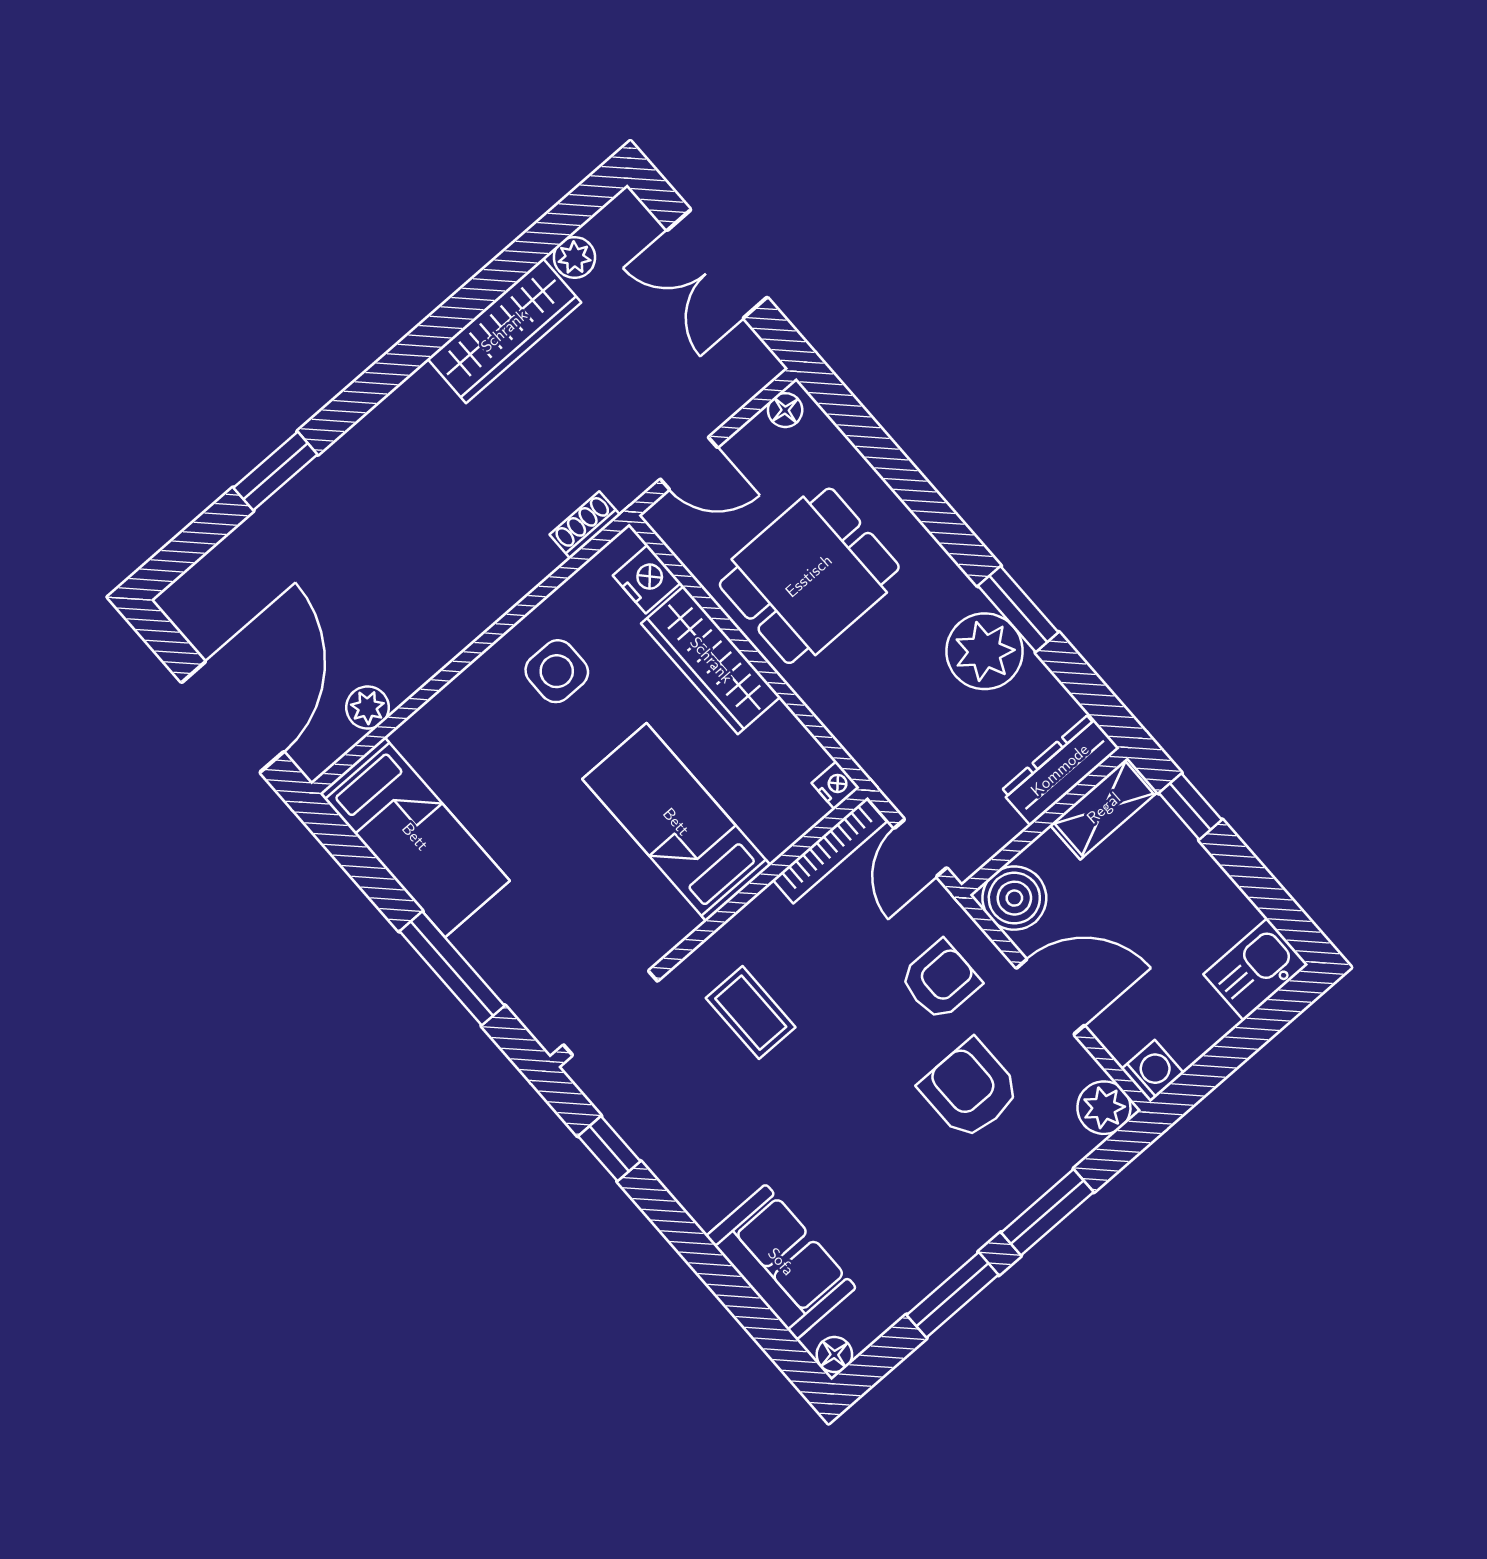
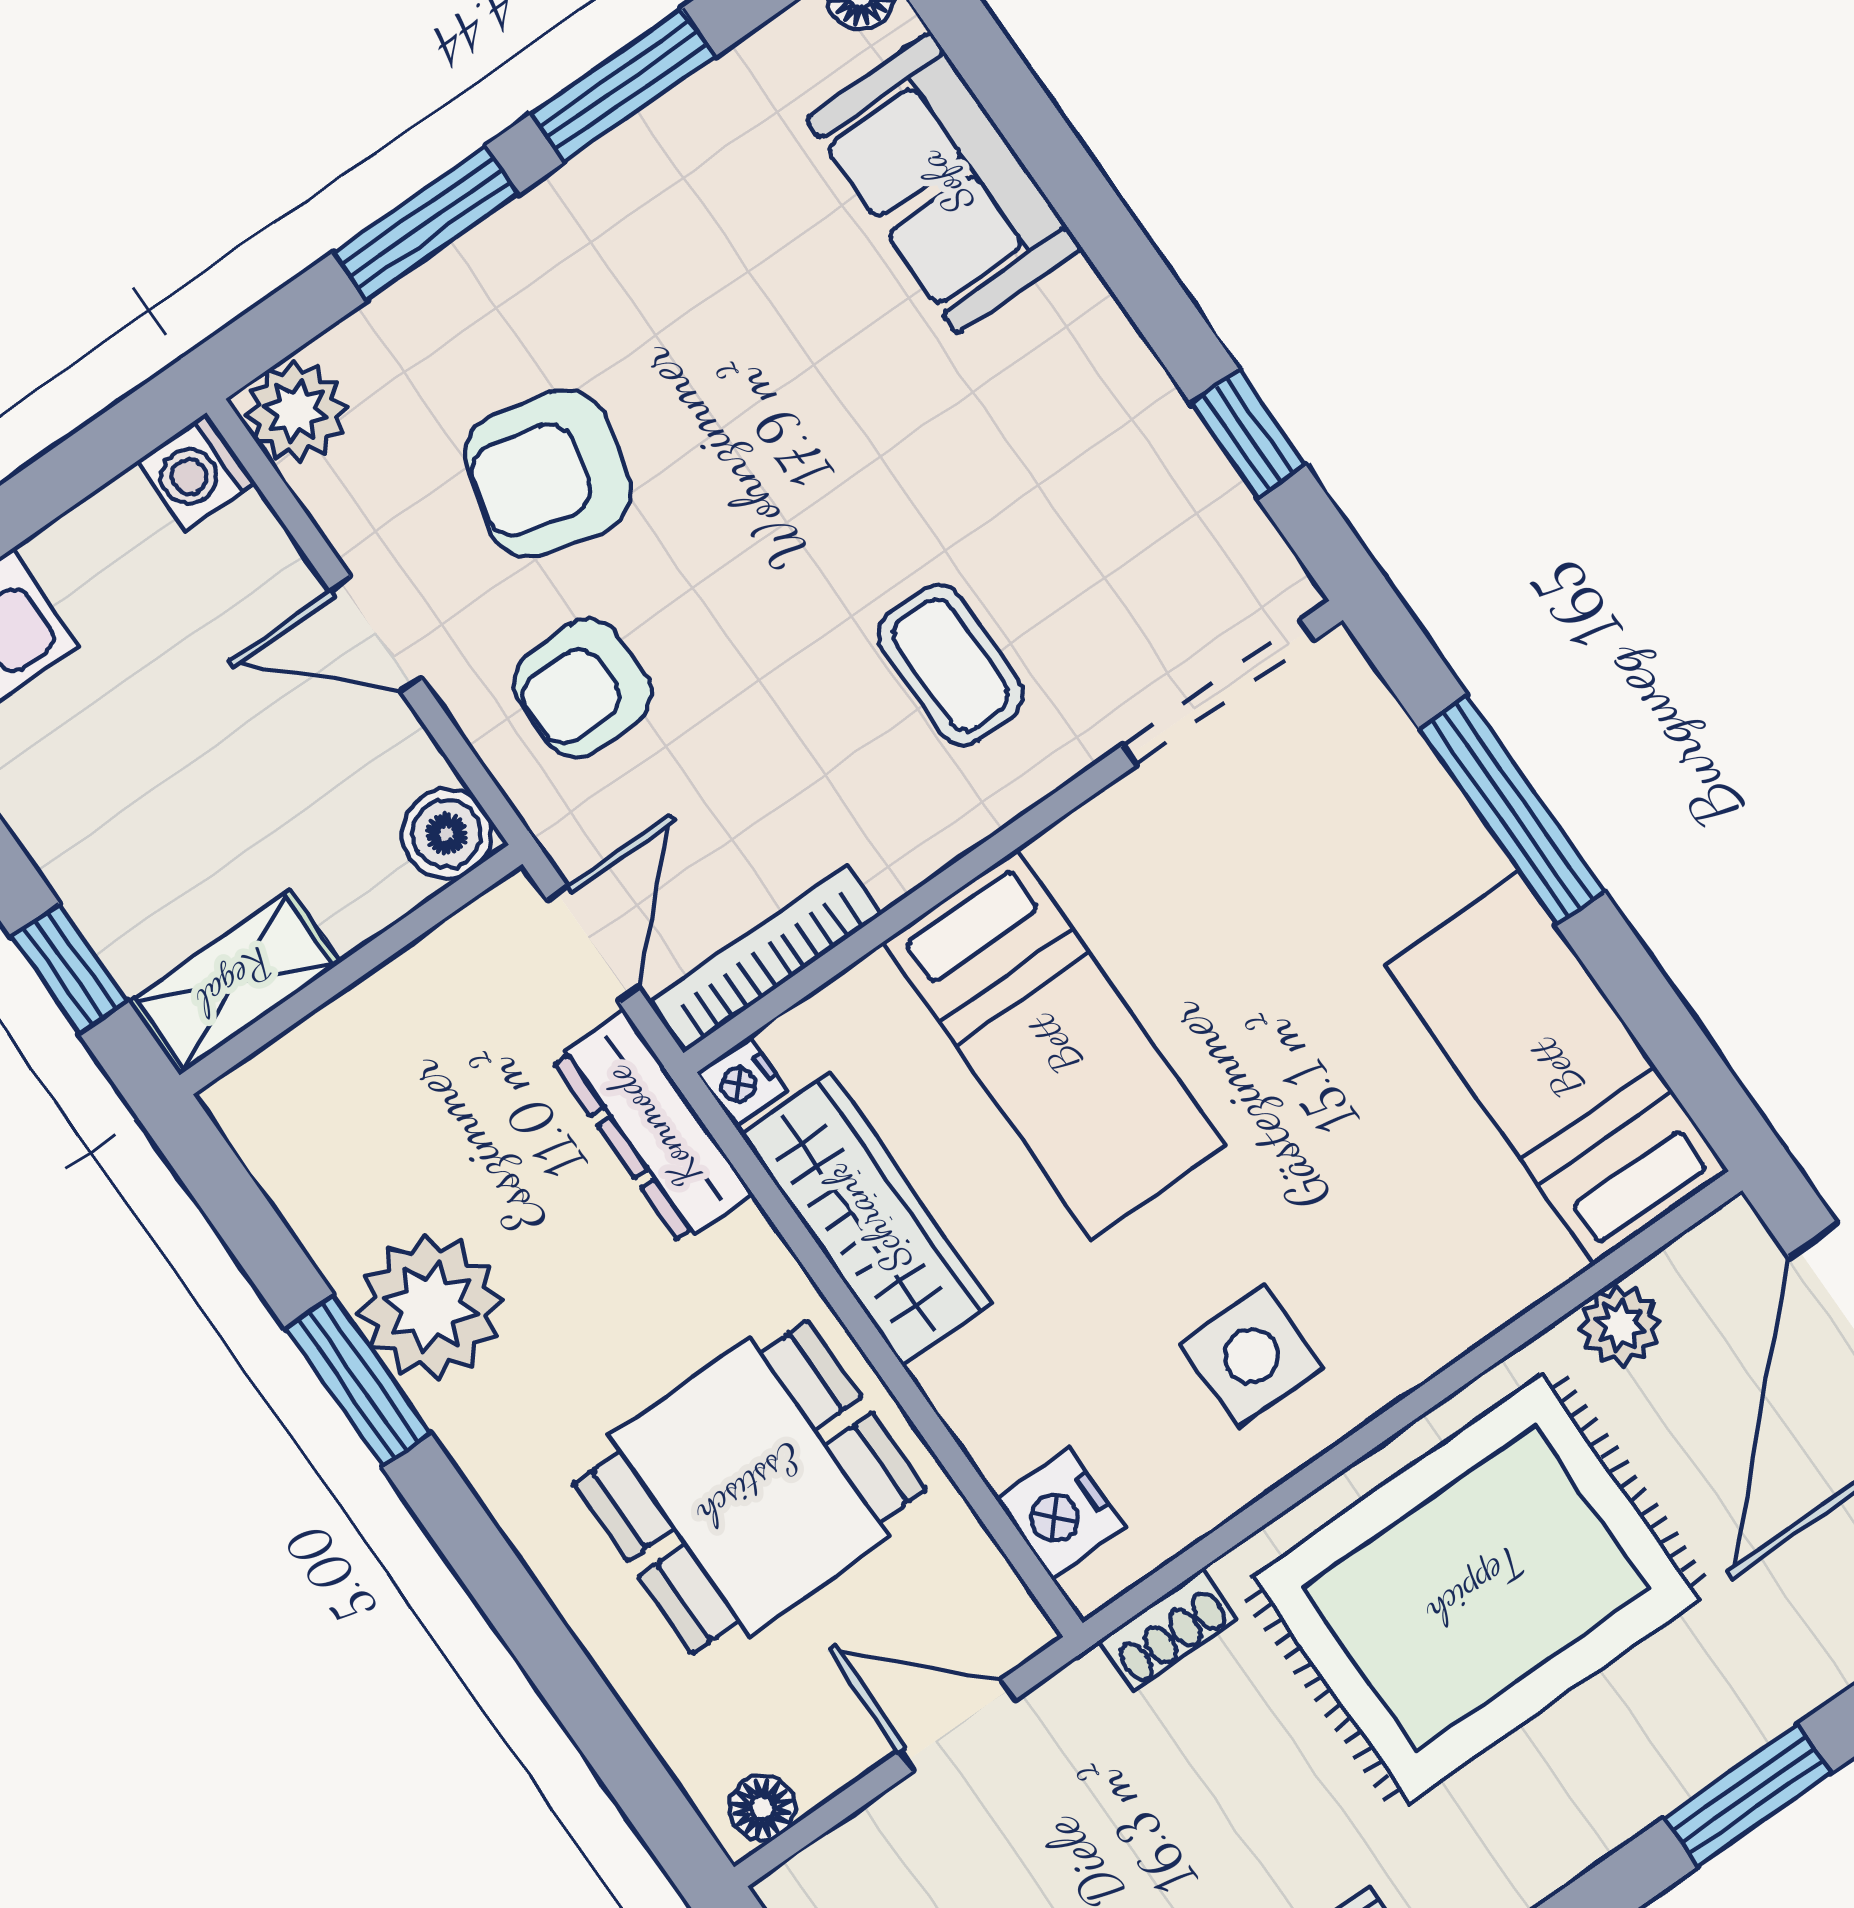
rug: (428, 563) -> (1476, 1588), added
wardrobe: (711, 660) -> (866, 1219), moved
dresser: (1060, 770) -> (652, 1127), moved, turned 90
boiler: (1014, 898) -> (447, 834), width x0.73, depth x0.73
door: (1050, 997) -> (376, 634), width x0.73
armchair: (970, 1089) -> (548, 474), turned 104

